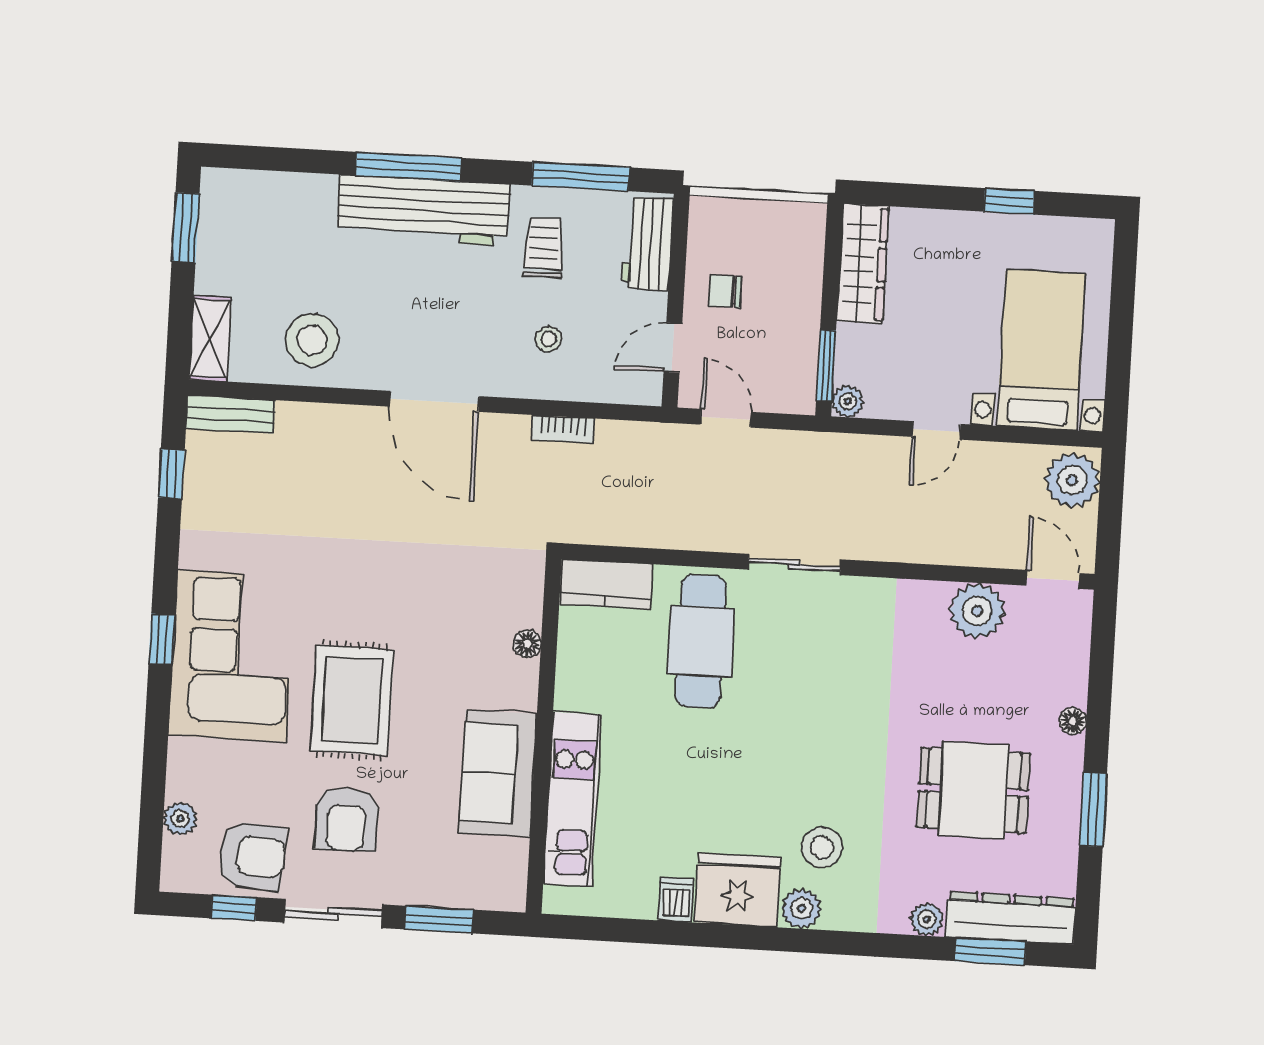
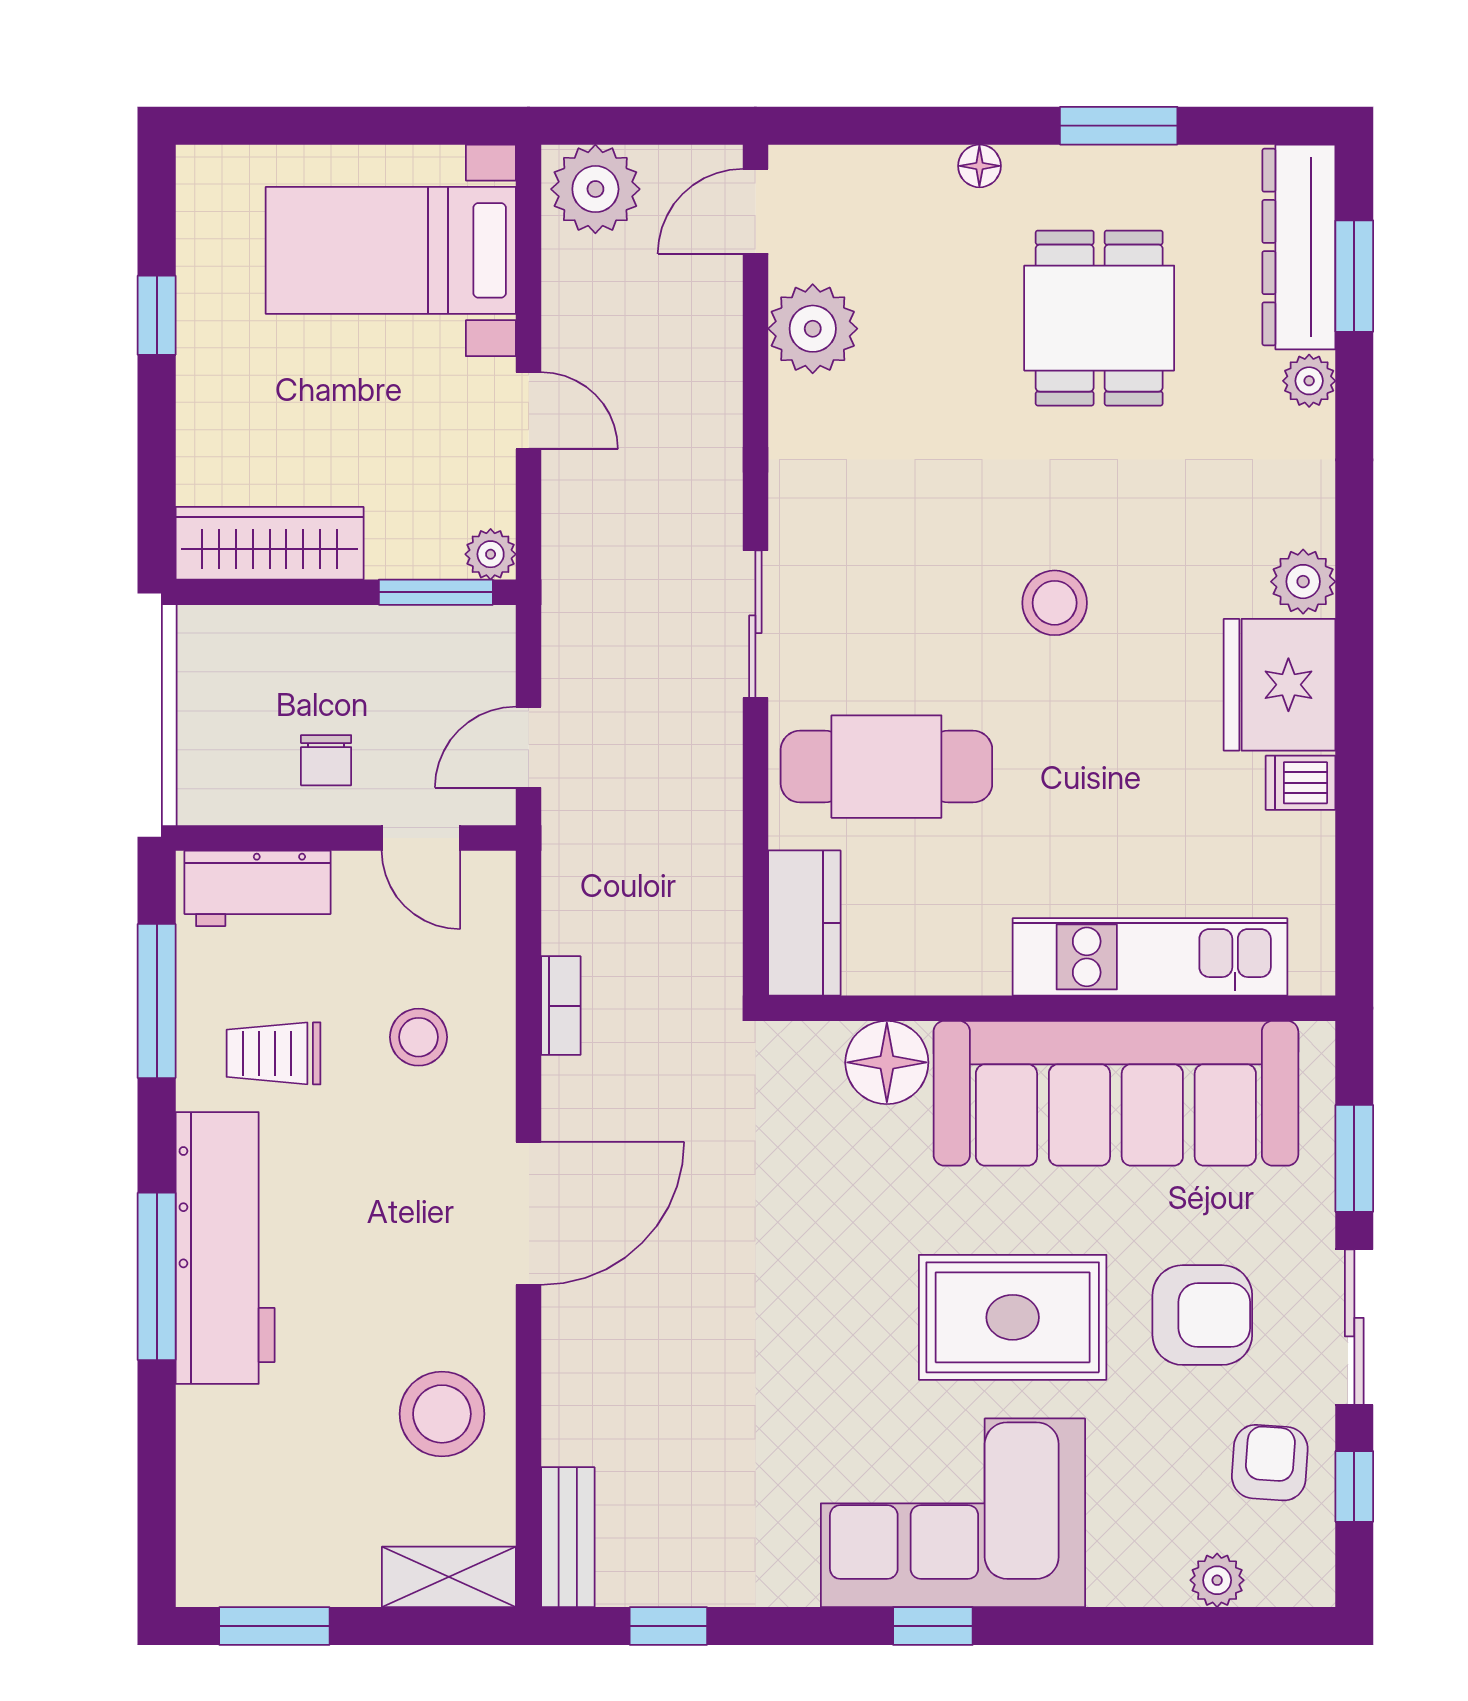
stool: (548, 339) -> (419, 1037), width x1.37, depth x1.37
floor lamp: (527, 644) -> (887, 1062), width x1.89, depth x1.89
sofa: (498, 773) -> (1116, 1093), width x1.85, depth x1.27
stool: (822, 847) -> (1055, 603), moved
armchair: (252, 856) -> (1270, 1463), width x0.72, depth x0.72

